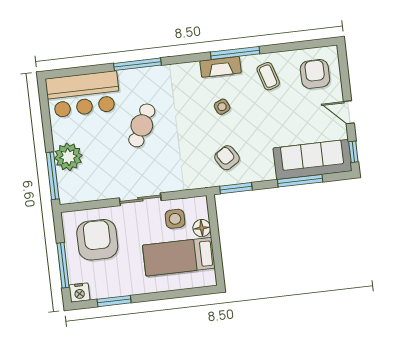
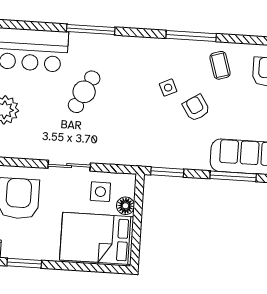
fireplace: (221, 67) -> (174, 47), removed
armchair: (227, 158) -> (196, 108), moved
bed: (179, 257) -> (97, 238), width x1.50

